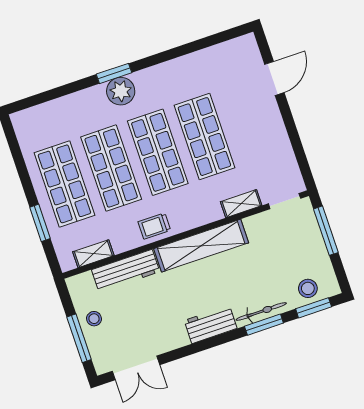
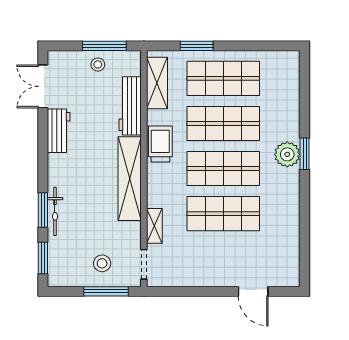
trolley: (154, 226) -> (160, 144), width x1.36, depth x1.39
shelving: (93, 254) -> (157, 83), width x1.50, depth x1.33
stool: (308, 288) -> (102, 263), moved
workbench: (211, 324) -> (59, 131), moved
window: (79, 338) -> (104, 46), moved

